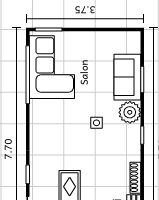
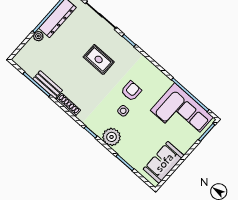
sofa: (127, 77) -> (164, 162), moved, turned -90
armchair: (72, 132) -> (131, 91), added

